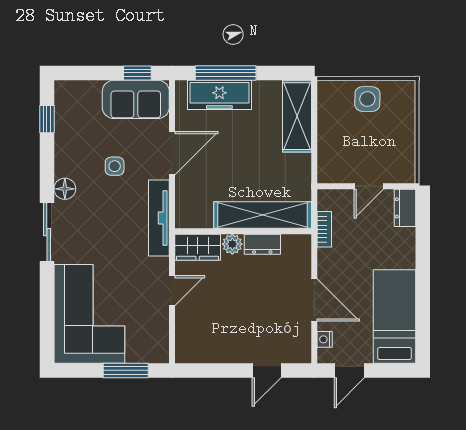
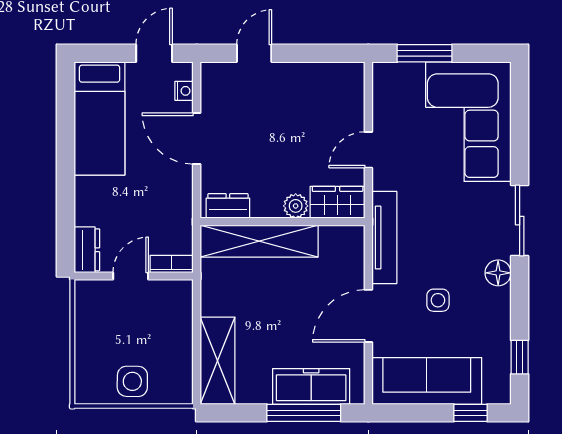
window: (137, 73) -> (471, 413), moved
sofa: (136, 99) -> (427, 381), width x1.36
bookcase: (324, 229) -> (172, 264), moved, turned 90
dresser: (262, 244) -> (228, 206), moved

